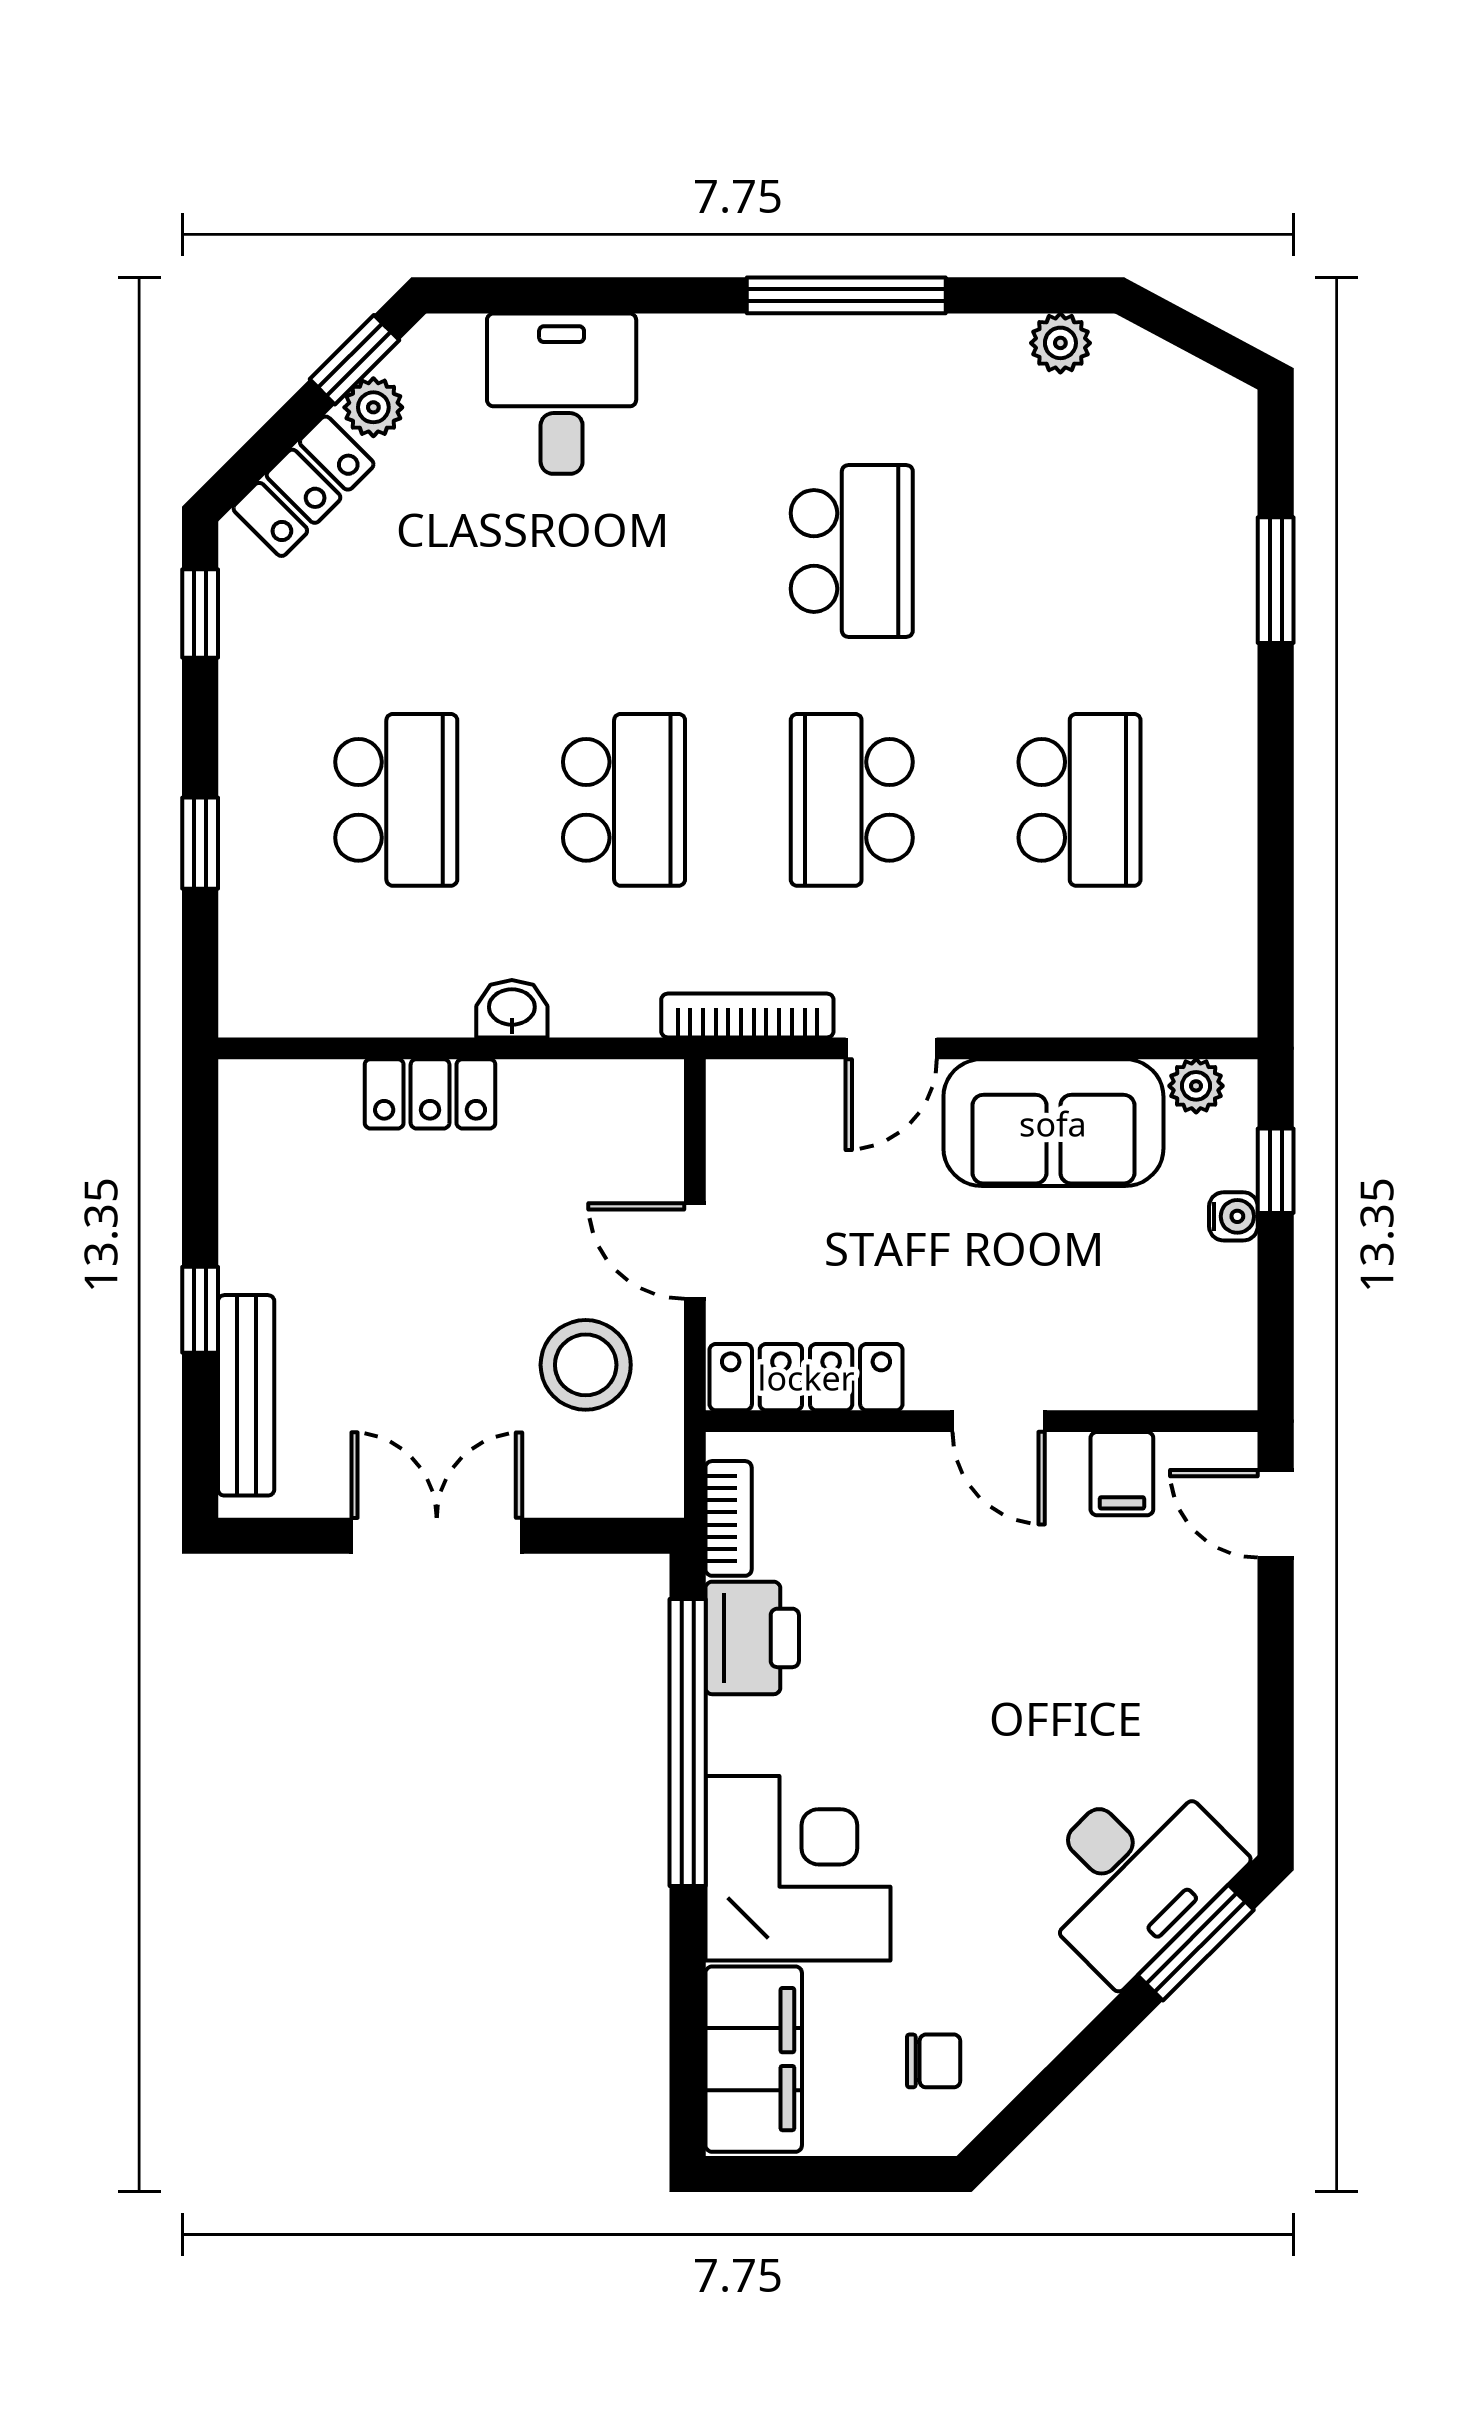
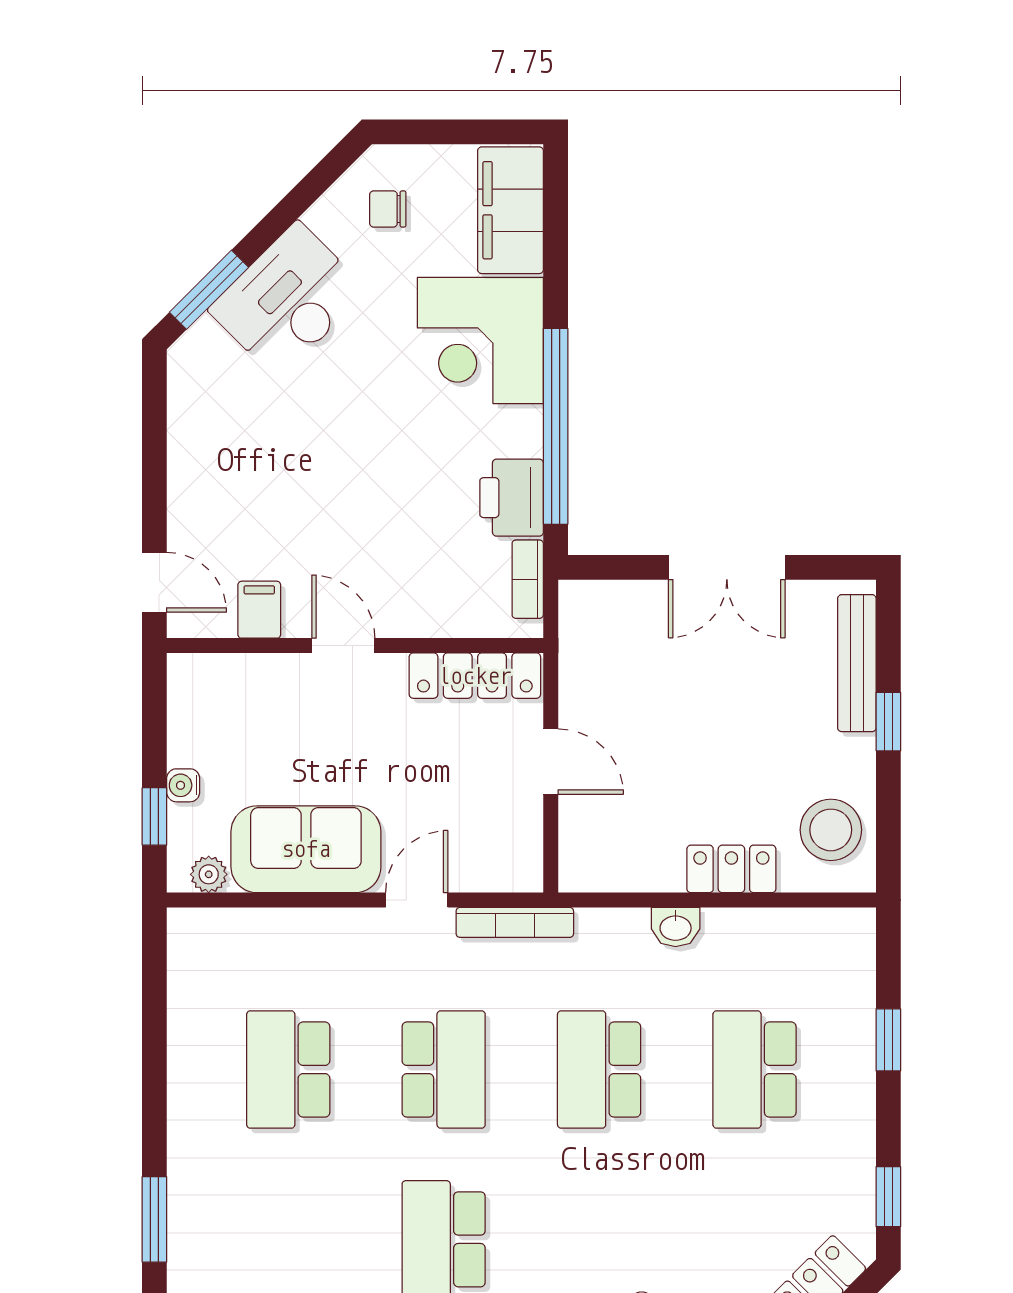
stool: (586, 1365) -> (831, 830), moved
desk: (1133, 1874) -> (288, 300), moved

